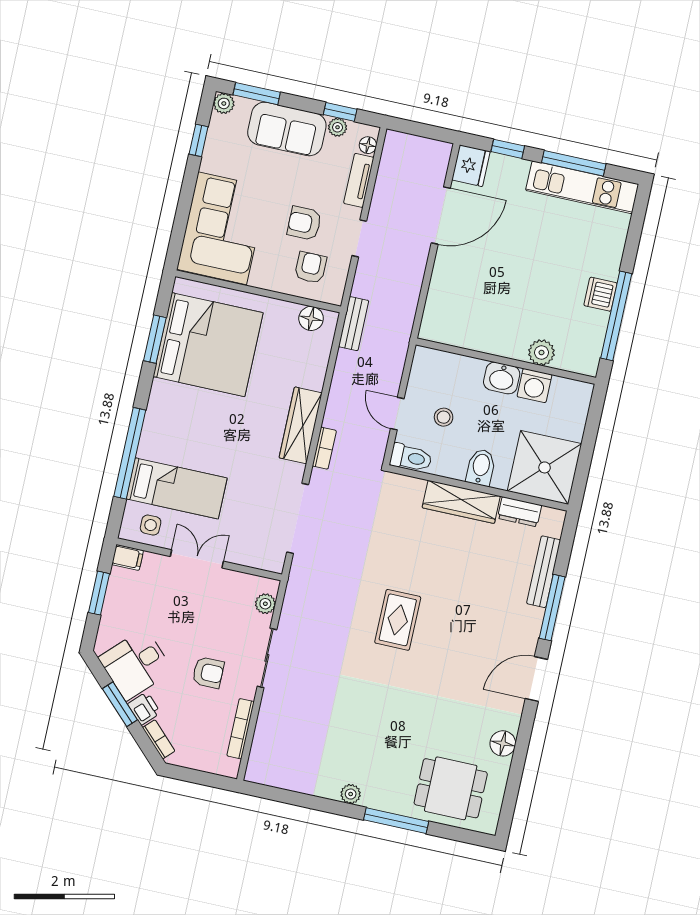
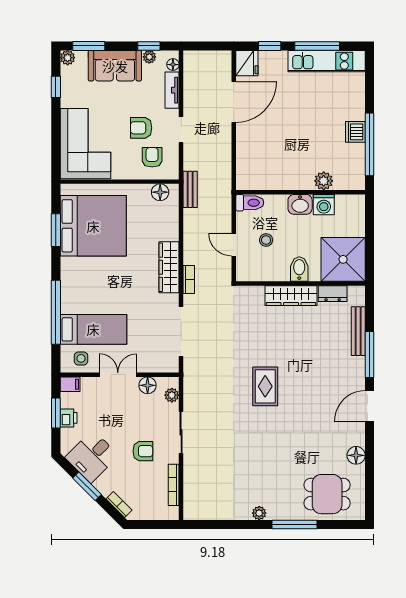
toilet: (411, 458) -> (250, 203), moved
floor lamp: (235, 583) -> (148, 385), added
printer: (144, 708) -> (69, 418), moved, turned 45

